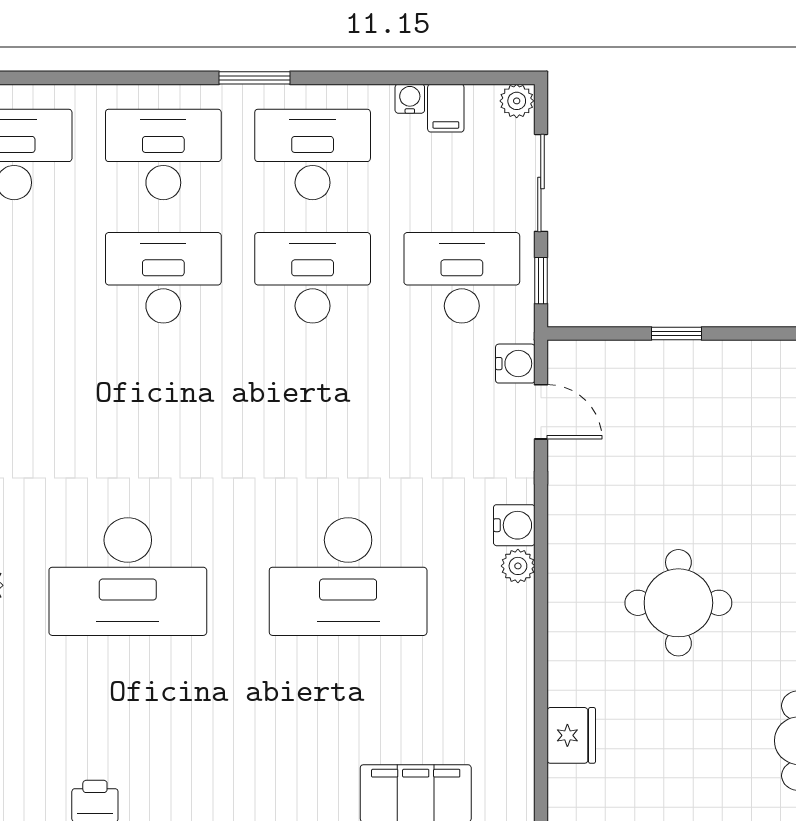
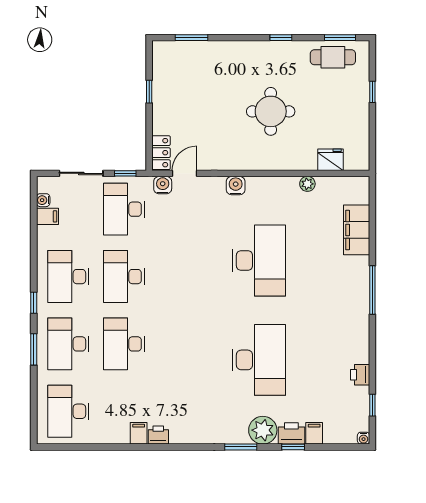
window: (151, 78) -> (34, 349), added
window: (254, 78) -> (34, 303), width x0.67
water cooler: (410, 99) -> (43, 200), moved
plant: (517, 101) -> (44, 184), removed
window: (676, 333) -> (149, 92), moved
locker: (587, 360) -> (161, 153), added
plant: (518, 566) -> (307, 184), moved

